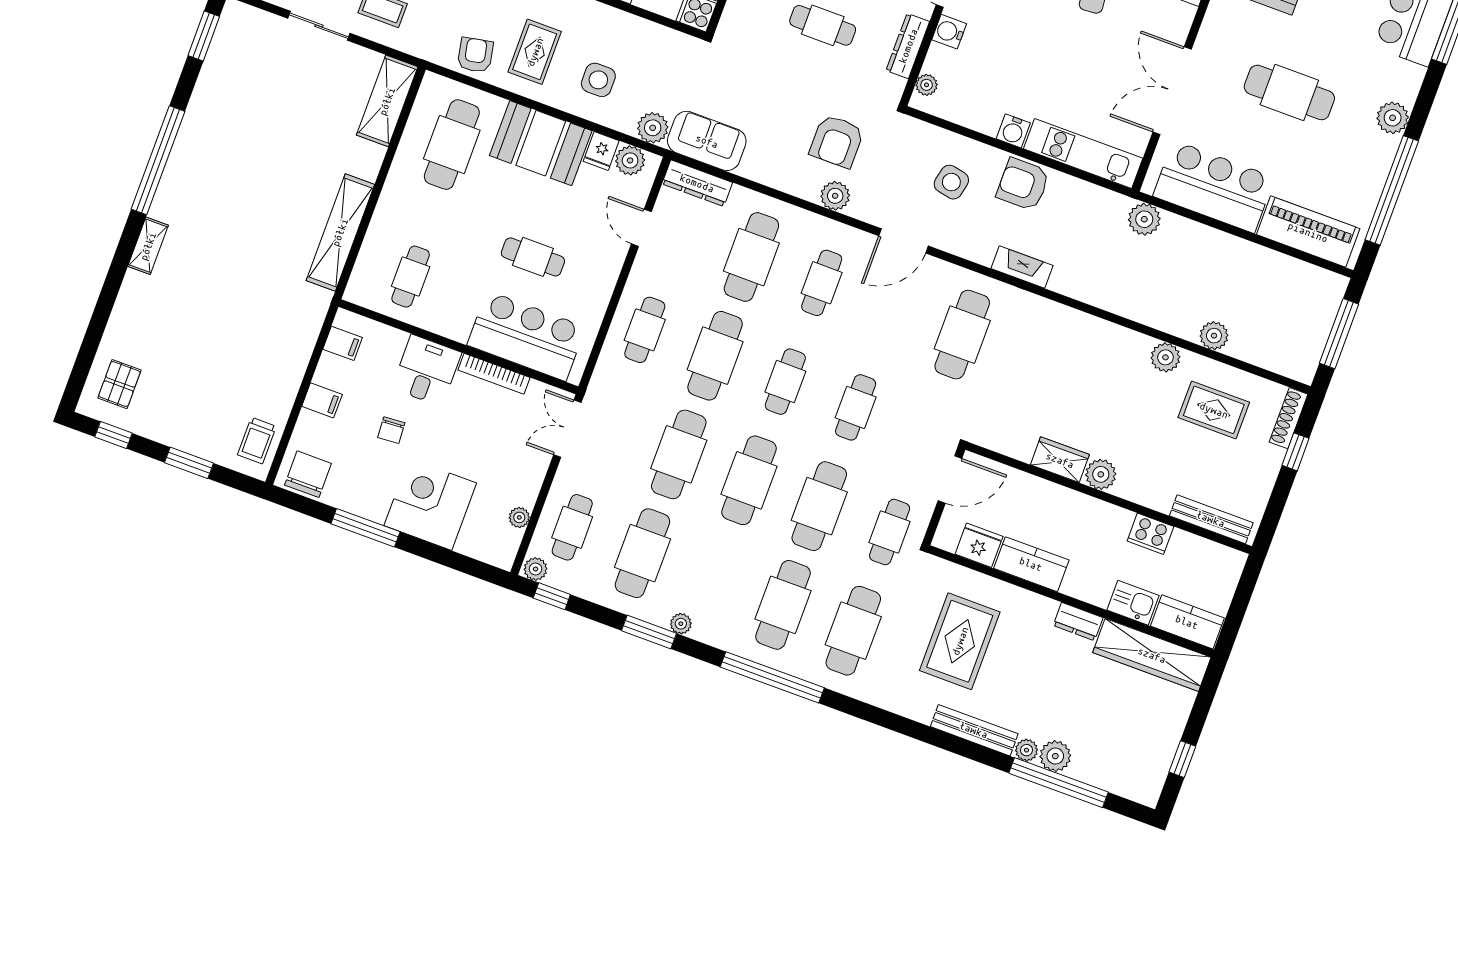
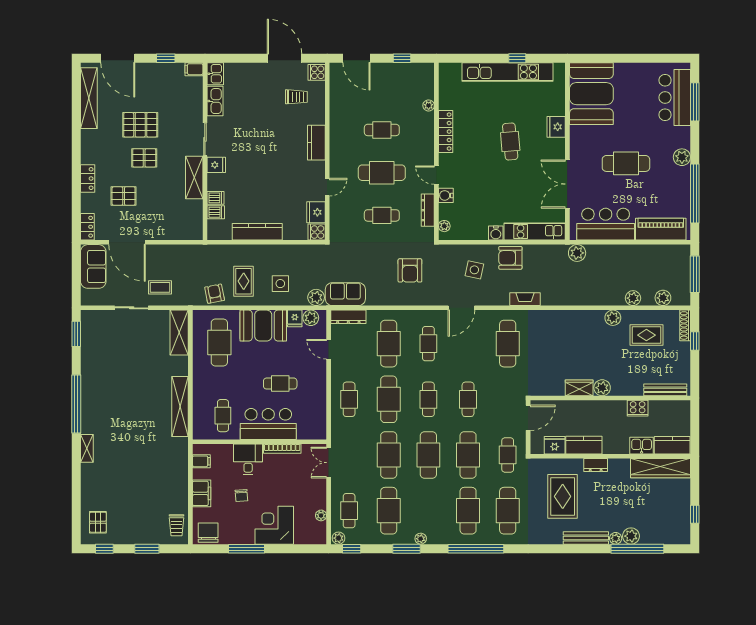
plant: (835, 196) -> (663, 298), moved
bar counter: (526, 336) -> (268, 424), moved
filing cabinet: (322, 400) -> (202, 493), width x2.00
dresser: (1078, 622) -> (596, 465), moved

